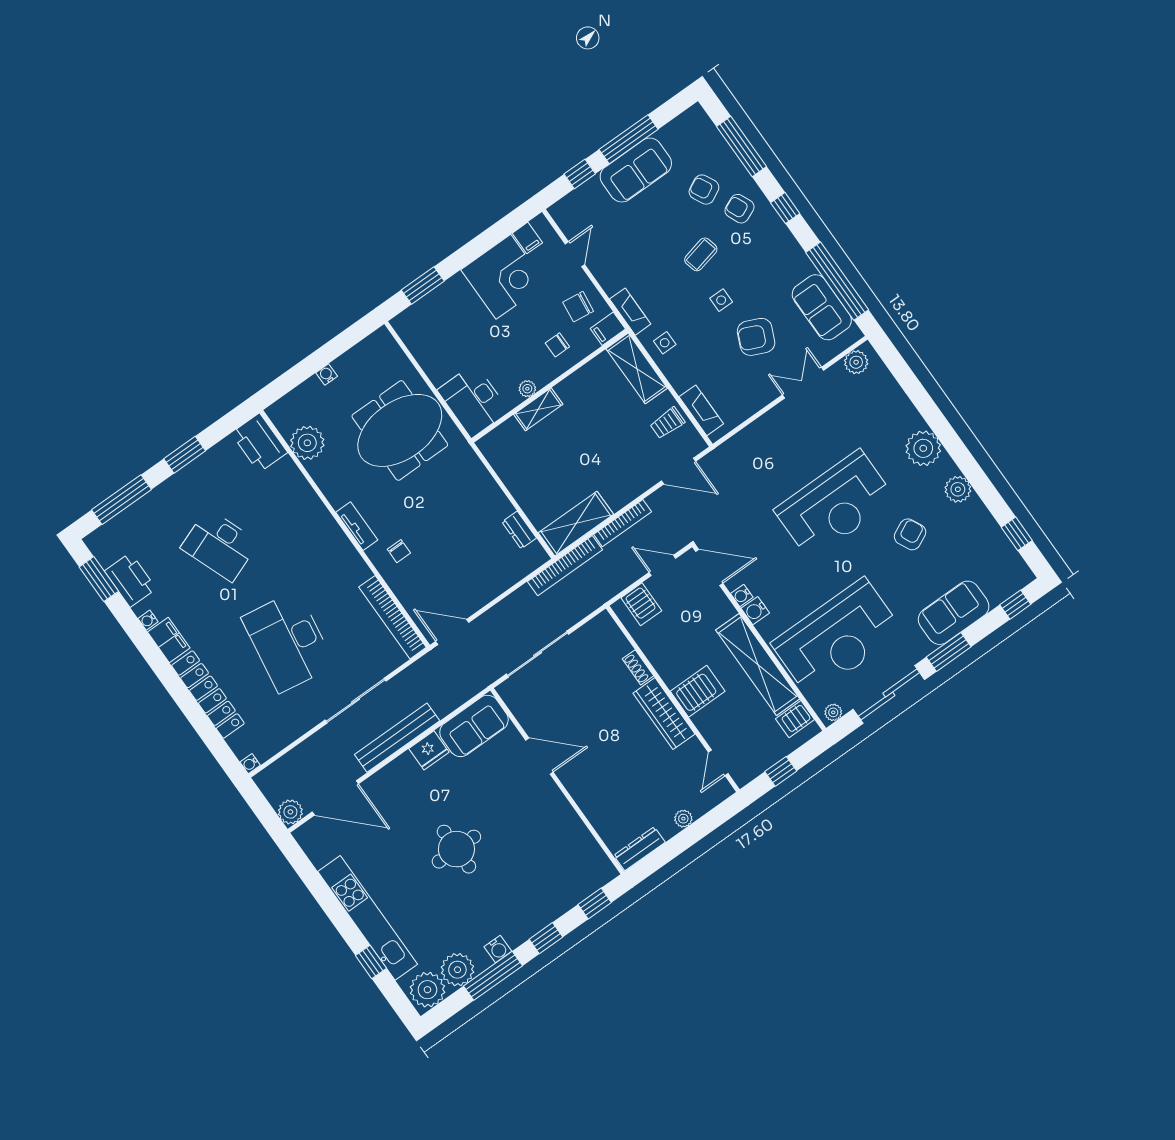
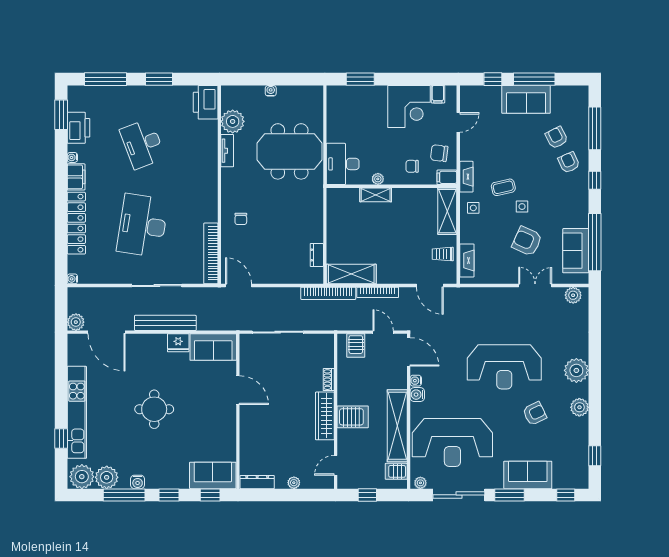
coffee table: (701, 254) -> (503, 187), moved
tv unit: (357, 526) -> (227, 151), moved
sofa: (581, 878) -> (213, 475), added

